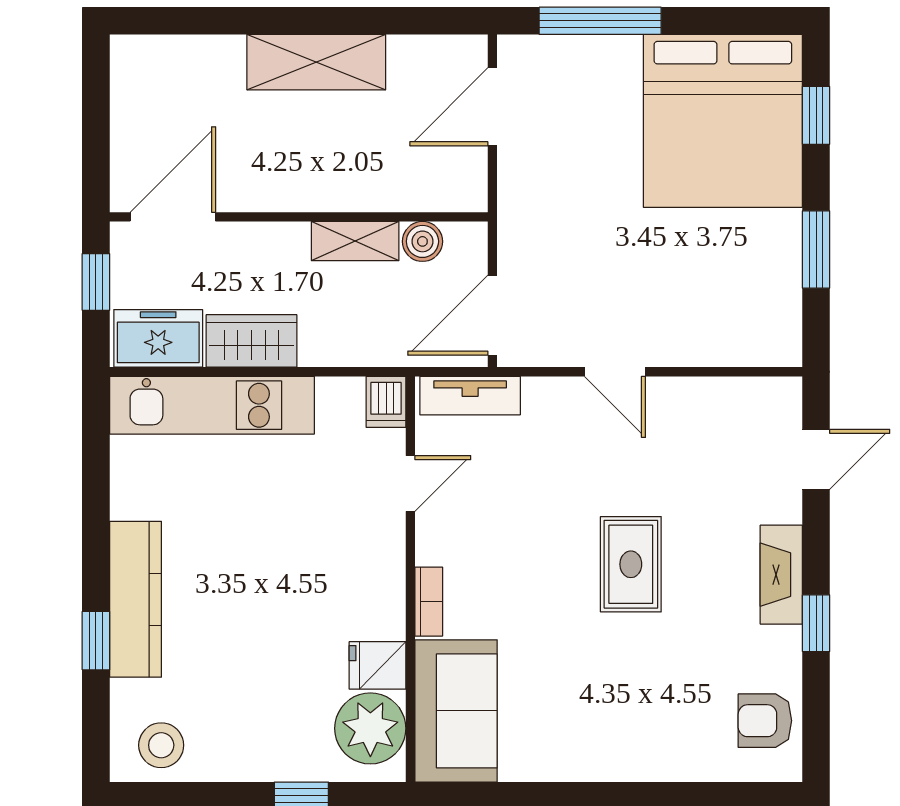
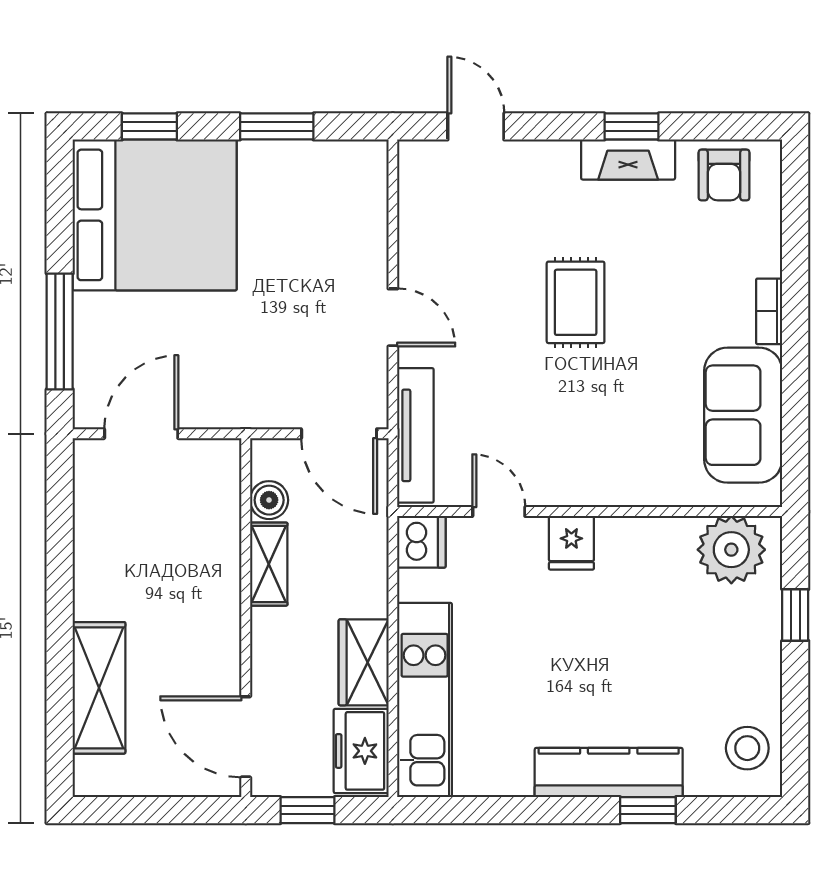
shelving: (316, 62) -> (99, 688), moved
door: (492, 107) -> (141, 434), swing flipped
door: (615, 372) -> (393, 317), hinge flipped
tv unit: (470, 396) -> (415, 435), width x1.41
dishwasher: (386, 402) -> (421, 542), width x1.38
rug: (631, 564) -> (576, 302), turned 90
fireplace: (781, 575) -> (628, 160), moved
bookcase: (429, 602) -> (769, 311), moved, turned -90
fridge: (378, 665) -> (571, 543), moved
sofa: (456, 711) -> (743, 415), moved, turned -90

